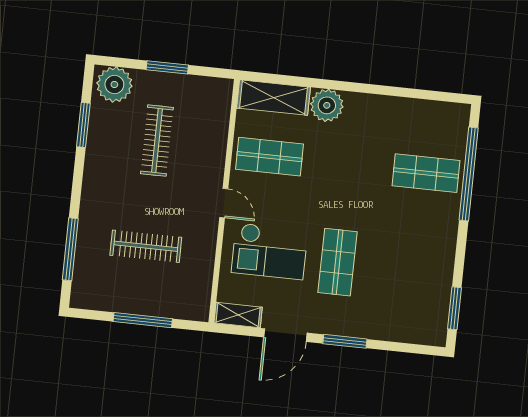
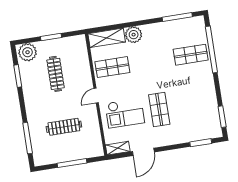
window: (420, 94) -> (177, 17), added
door: (224, 203) -> (96, 96), swing flipped
window: (345, 341) -> (201, 143), moved

